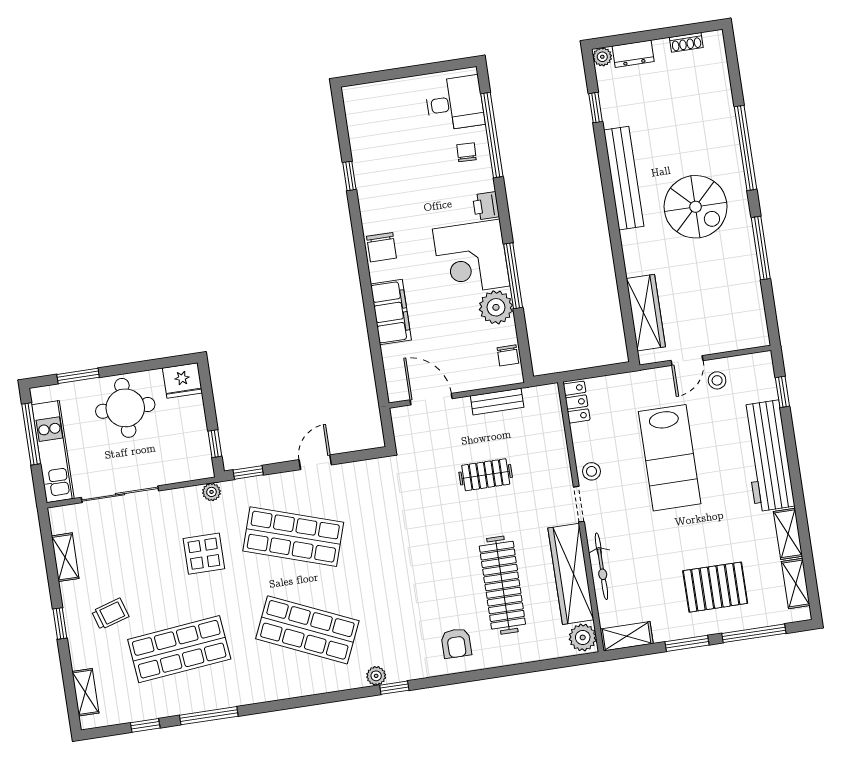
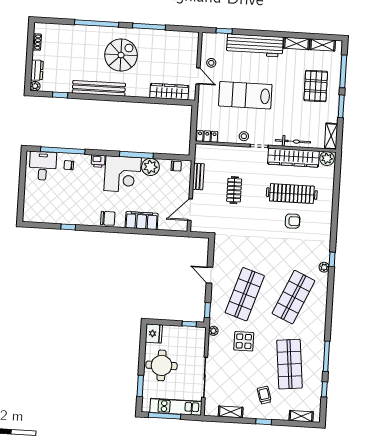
lab bench: (670, 458) -> (245, 95), turned 180
armchair: (456, 643) -> (293, 221), moved

